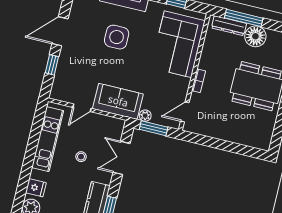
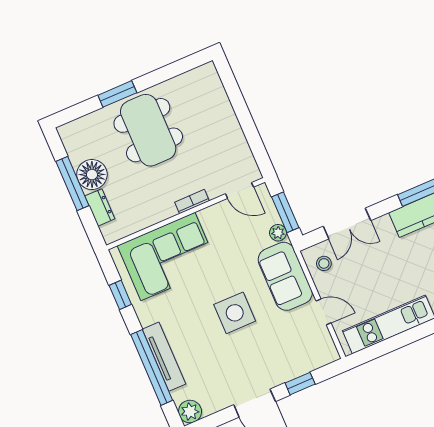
window: (244, 18) -> (72, 184), moved
dresser: (229, 26) -> (100, 207), width x0.70
side table: (117, 37) -> (235, 313), moved
stool: (81, 157) -> (324, 263), moved

